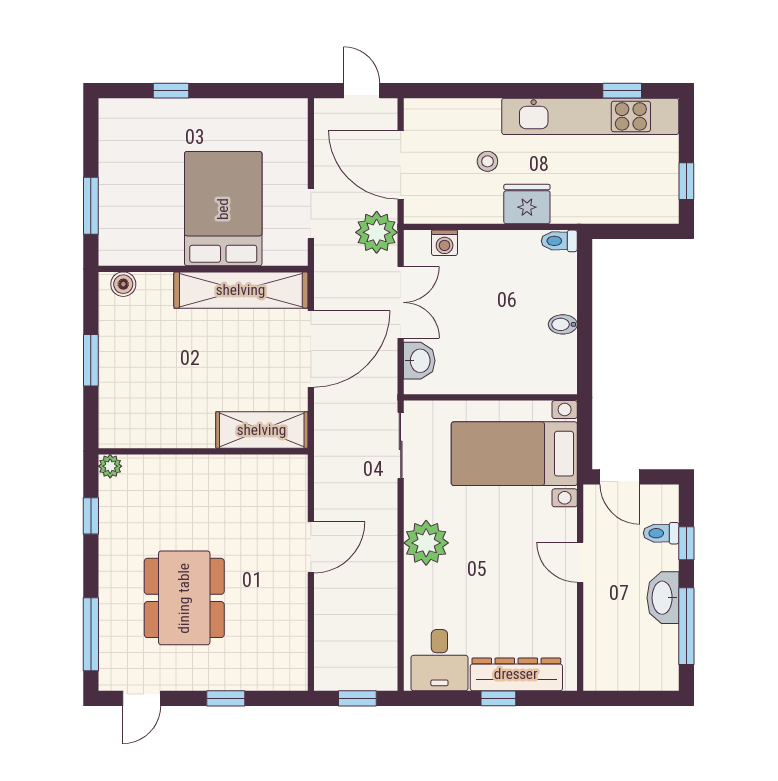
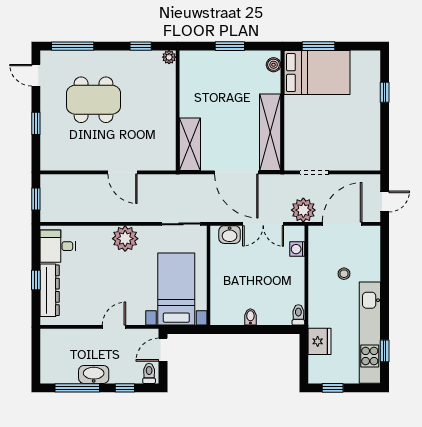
fridge: (527, 204) -> (319, 341), moved
bed: (223, 209) -> (317, 73), moved
toilet: (661, 533) -> (149, 373), moved

